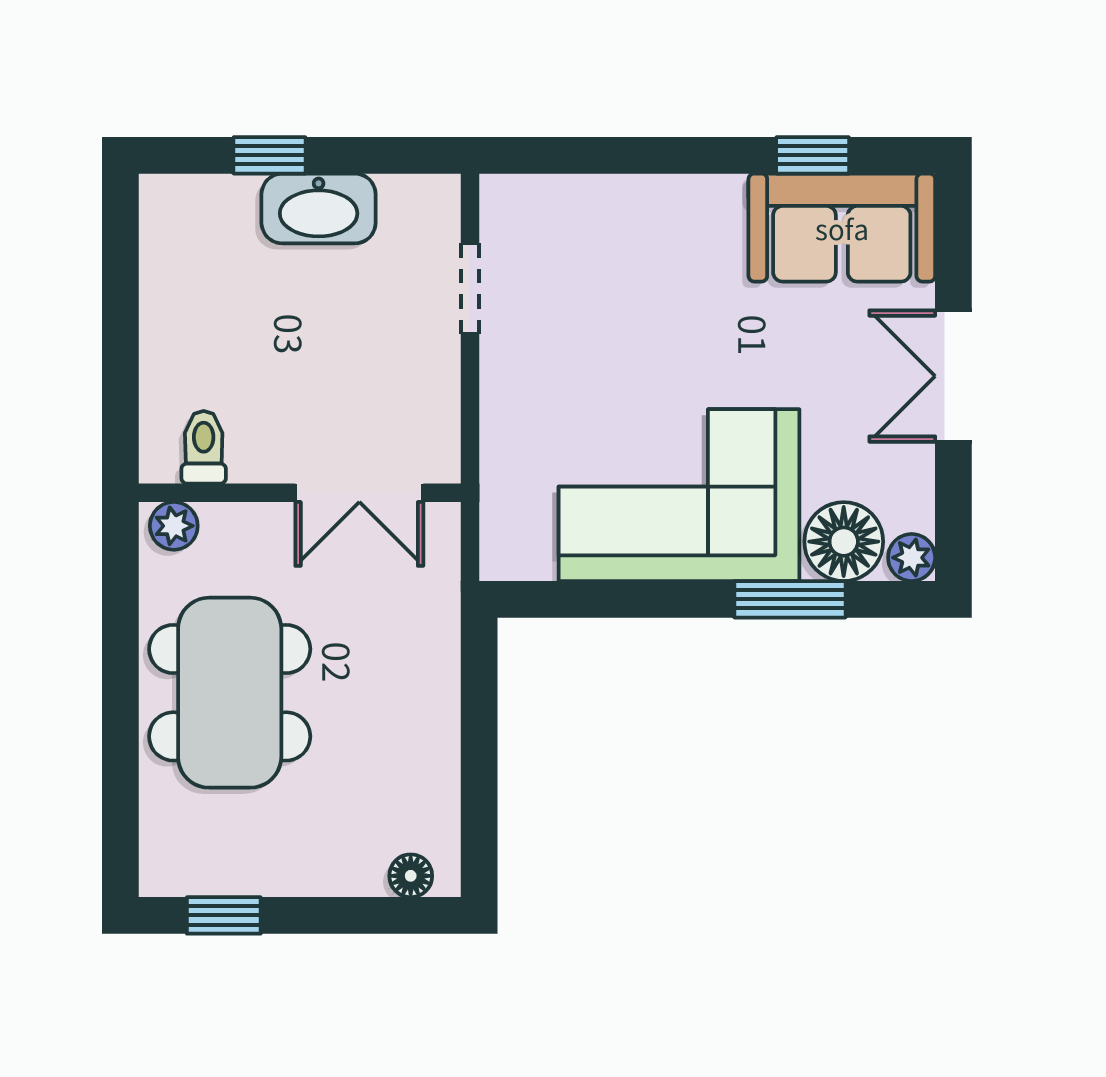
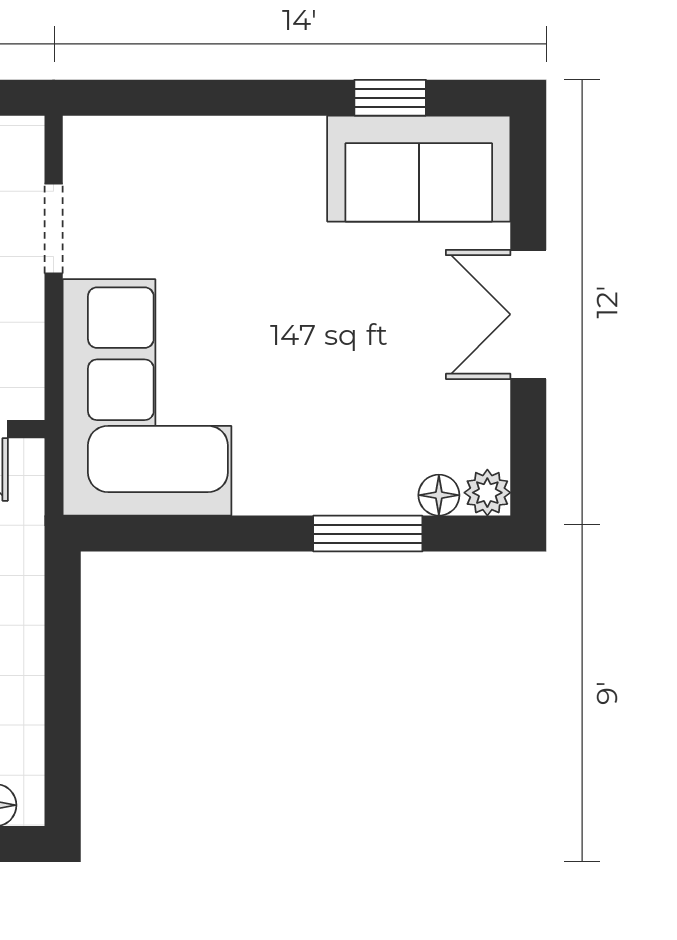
corner sofa: (679, 495) -> (147, 397), moved, turned 90
floor lamp: (844, 542) -> (439, 495), width x0.53, depth x0.53

